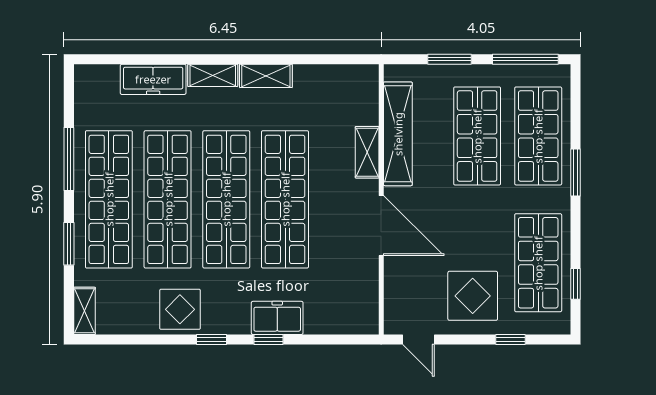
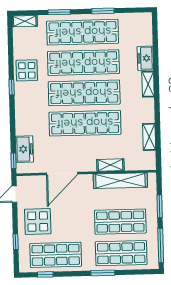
shelving: (266, 76) -> (149, 137), moved
freezer: (153, 79) -> (145, 58), width x0.71
window: (69, 159) -> (103, 11), width x0.69
door: (381, 226) -> (62, 174), moved
freezer: (277, 318) -> (24, 149), moved
window: (268, 340) -> (13, 161), moved

